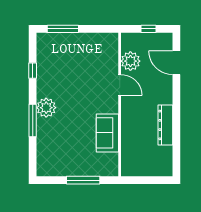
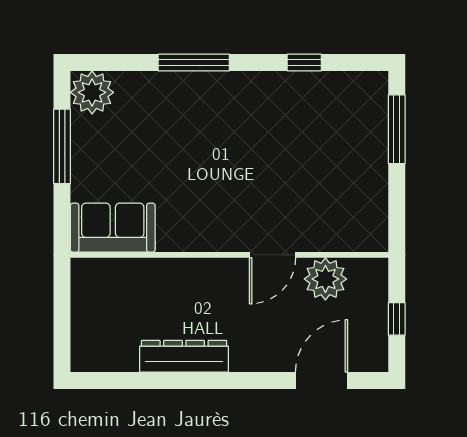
plant: (46, 108) -> (92, 92), moved
sofa: (107, 133) -> (113, 228), moved
window: (83, 180) -> (62, 146), moved

